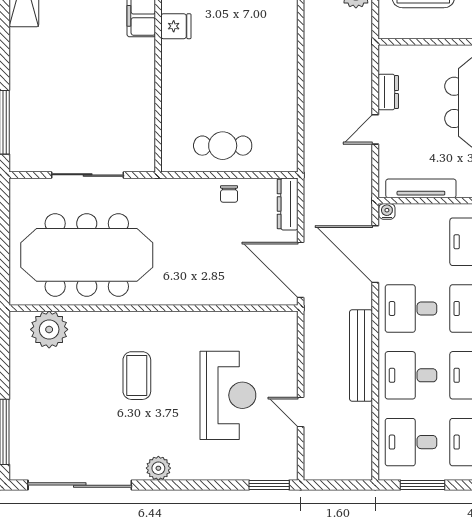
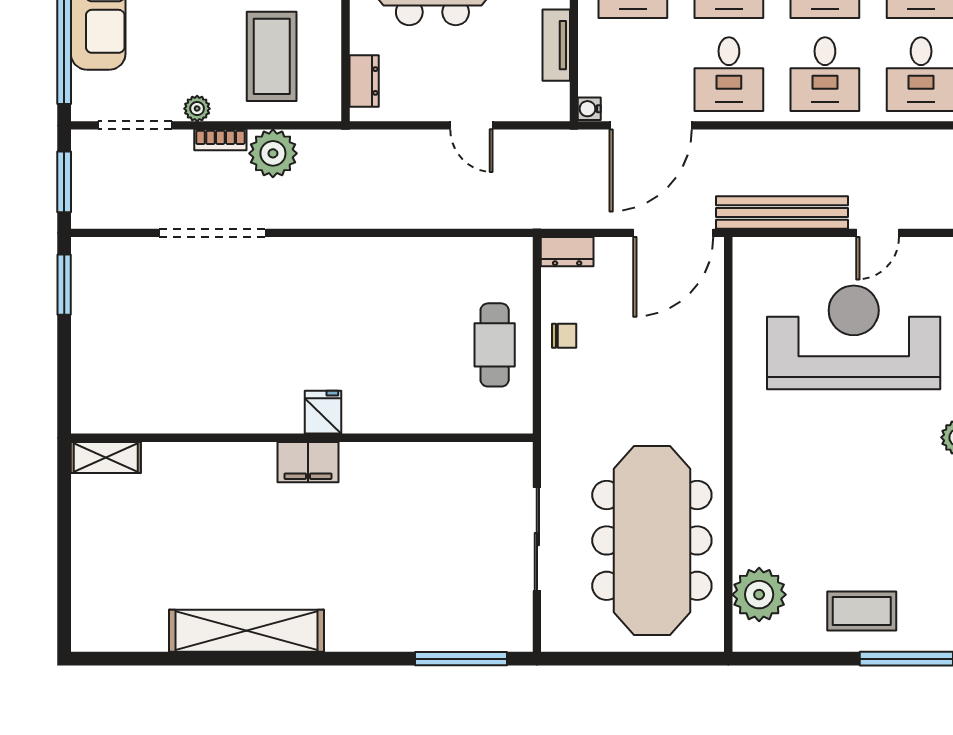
dresser: (388, 92) -> (364, 81), moved, turned 90
tv unit: (421, 188) -> (556, 45), width x0.71
dresser: (288, 204) -> (567, 252), width x0.70
bench: (361, 355) -> (782, 212), moved
coffee table: (137, 376) -> (862, 611), moved
reception desk: (228, 395) -> (854, 337), width x1.36, depth x1.30

